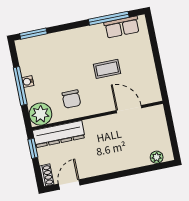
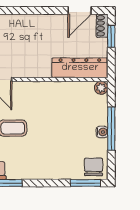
chair: (71, 99) -> (94, 167), moved
plant: (40, 114) -> (101, 88), width x0.53, depth x0.53
window: (33, 148) -> (111, 36), moved

